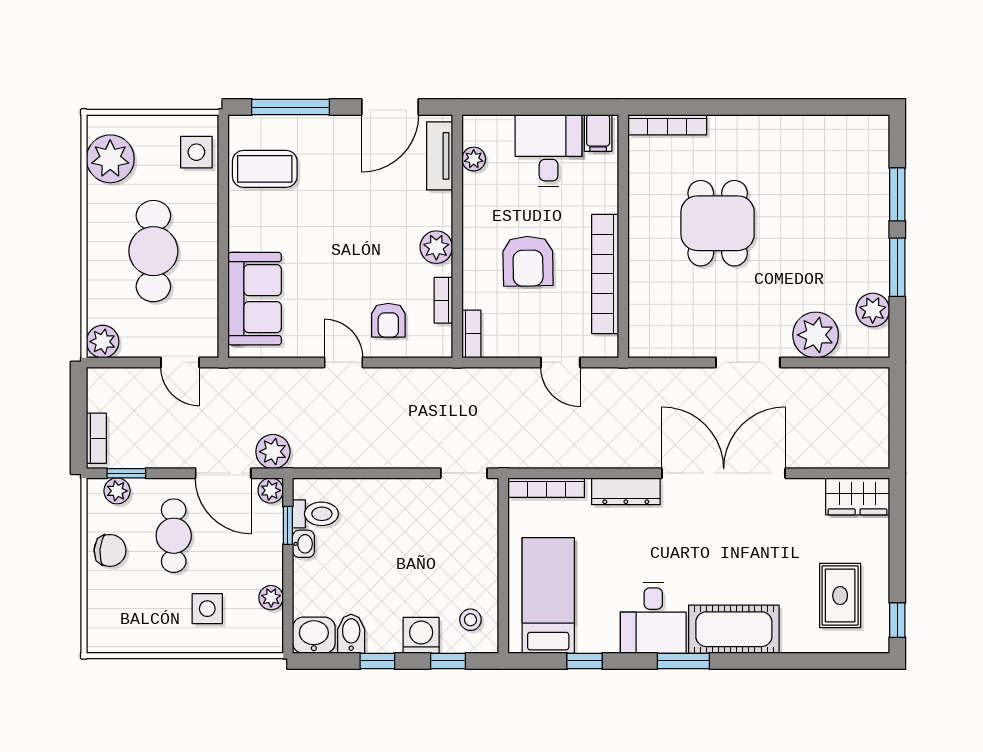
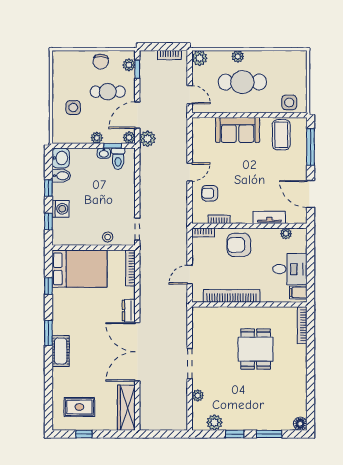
floor lamp: (875, 129) -> (300, 424), added
tv unit: (440, 156) -> (269, 217), moved
plant: (110, 159) -> (238, 56), moved, width x0.53, depth x0.53
dining table: (718, 223) -> (256, 349), turned 90
plant: (436, 247) -> (244, 216), removed
armchair: (528, 261) -> (239, 245), moved
window: (897, 267) -> (235, 434), width x0.67
sofa: (255, 299) -> (238, 130), moved
plant: (816, 335) -> (198, 395), width x0.53, depth x0.53
door: (180, 362) -> (190, 95), swing flipped
bookcase: (96, 438) -> (169, 55), moved
double door: (724, 473) -> (137, 352), swing flipped
dresser: (626, 491) -> (129, 311), width x0.70
wardrobe: (858, 496) -> (126, 408), width x1.50
bed: (548, 595) -> (79, 269), width x1.50
plant: (271, 598) -> (97, 138), moved
desk: (653, 618) -> (69, 319), removed
stool: (470, 620) -> (108, 237), moved
window: (897, 620) -> (84, 434), moved
cot: (734, 629) -> (61, 351), width x0.73, depth x0.75

